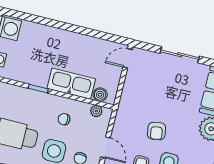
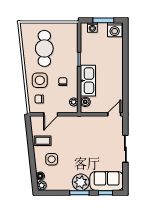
door: (128, 58) -> (114, 114), hinge flipped
armchair: (157, 131) -> (70, 146), removed

